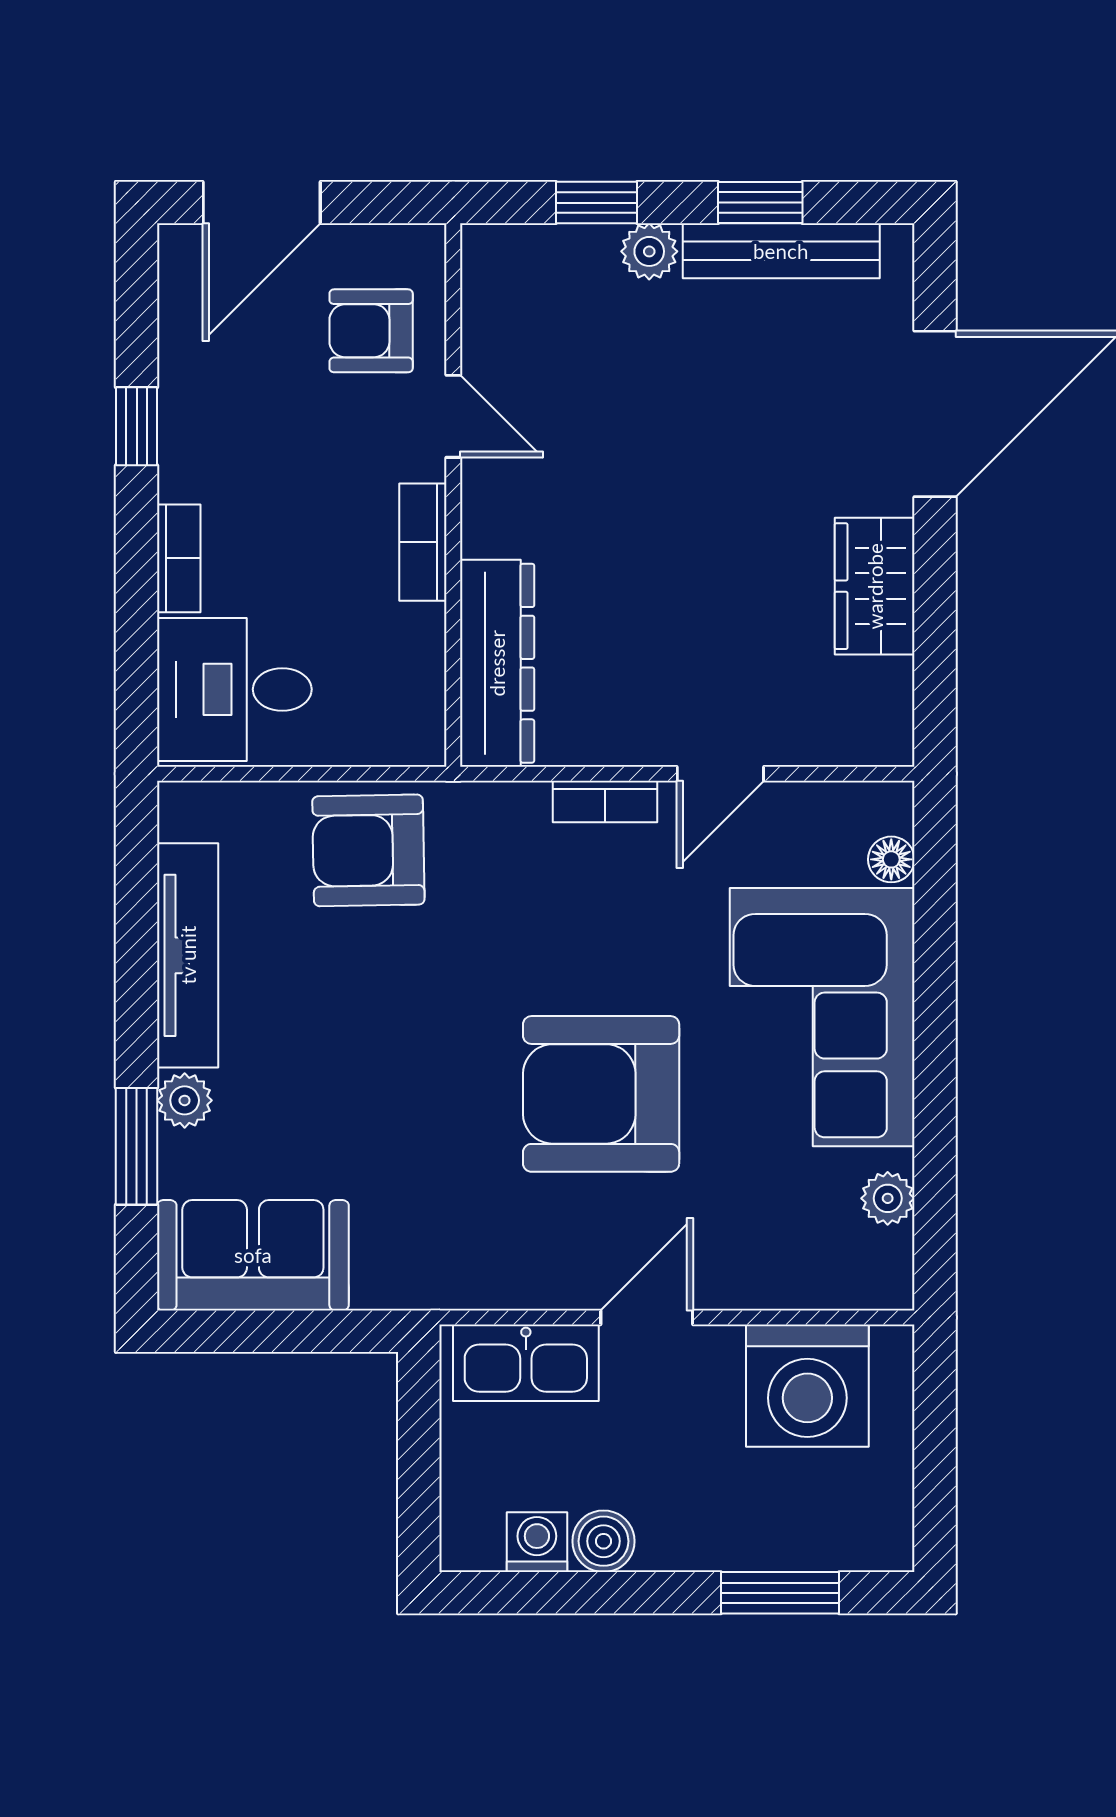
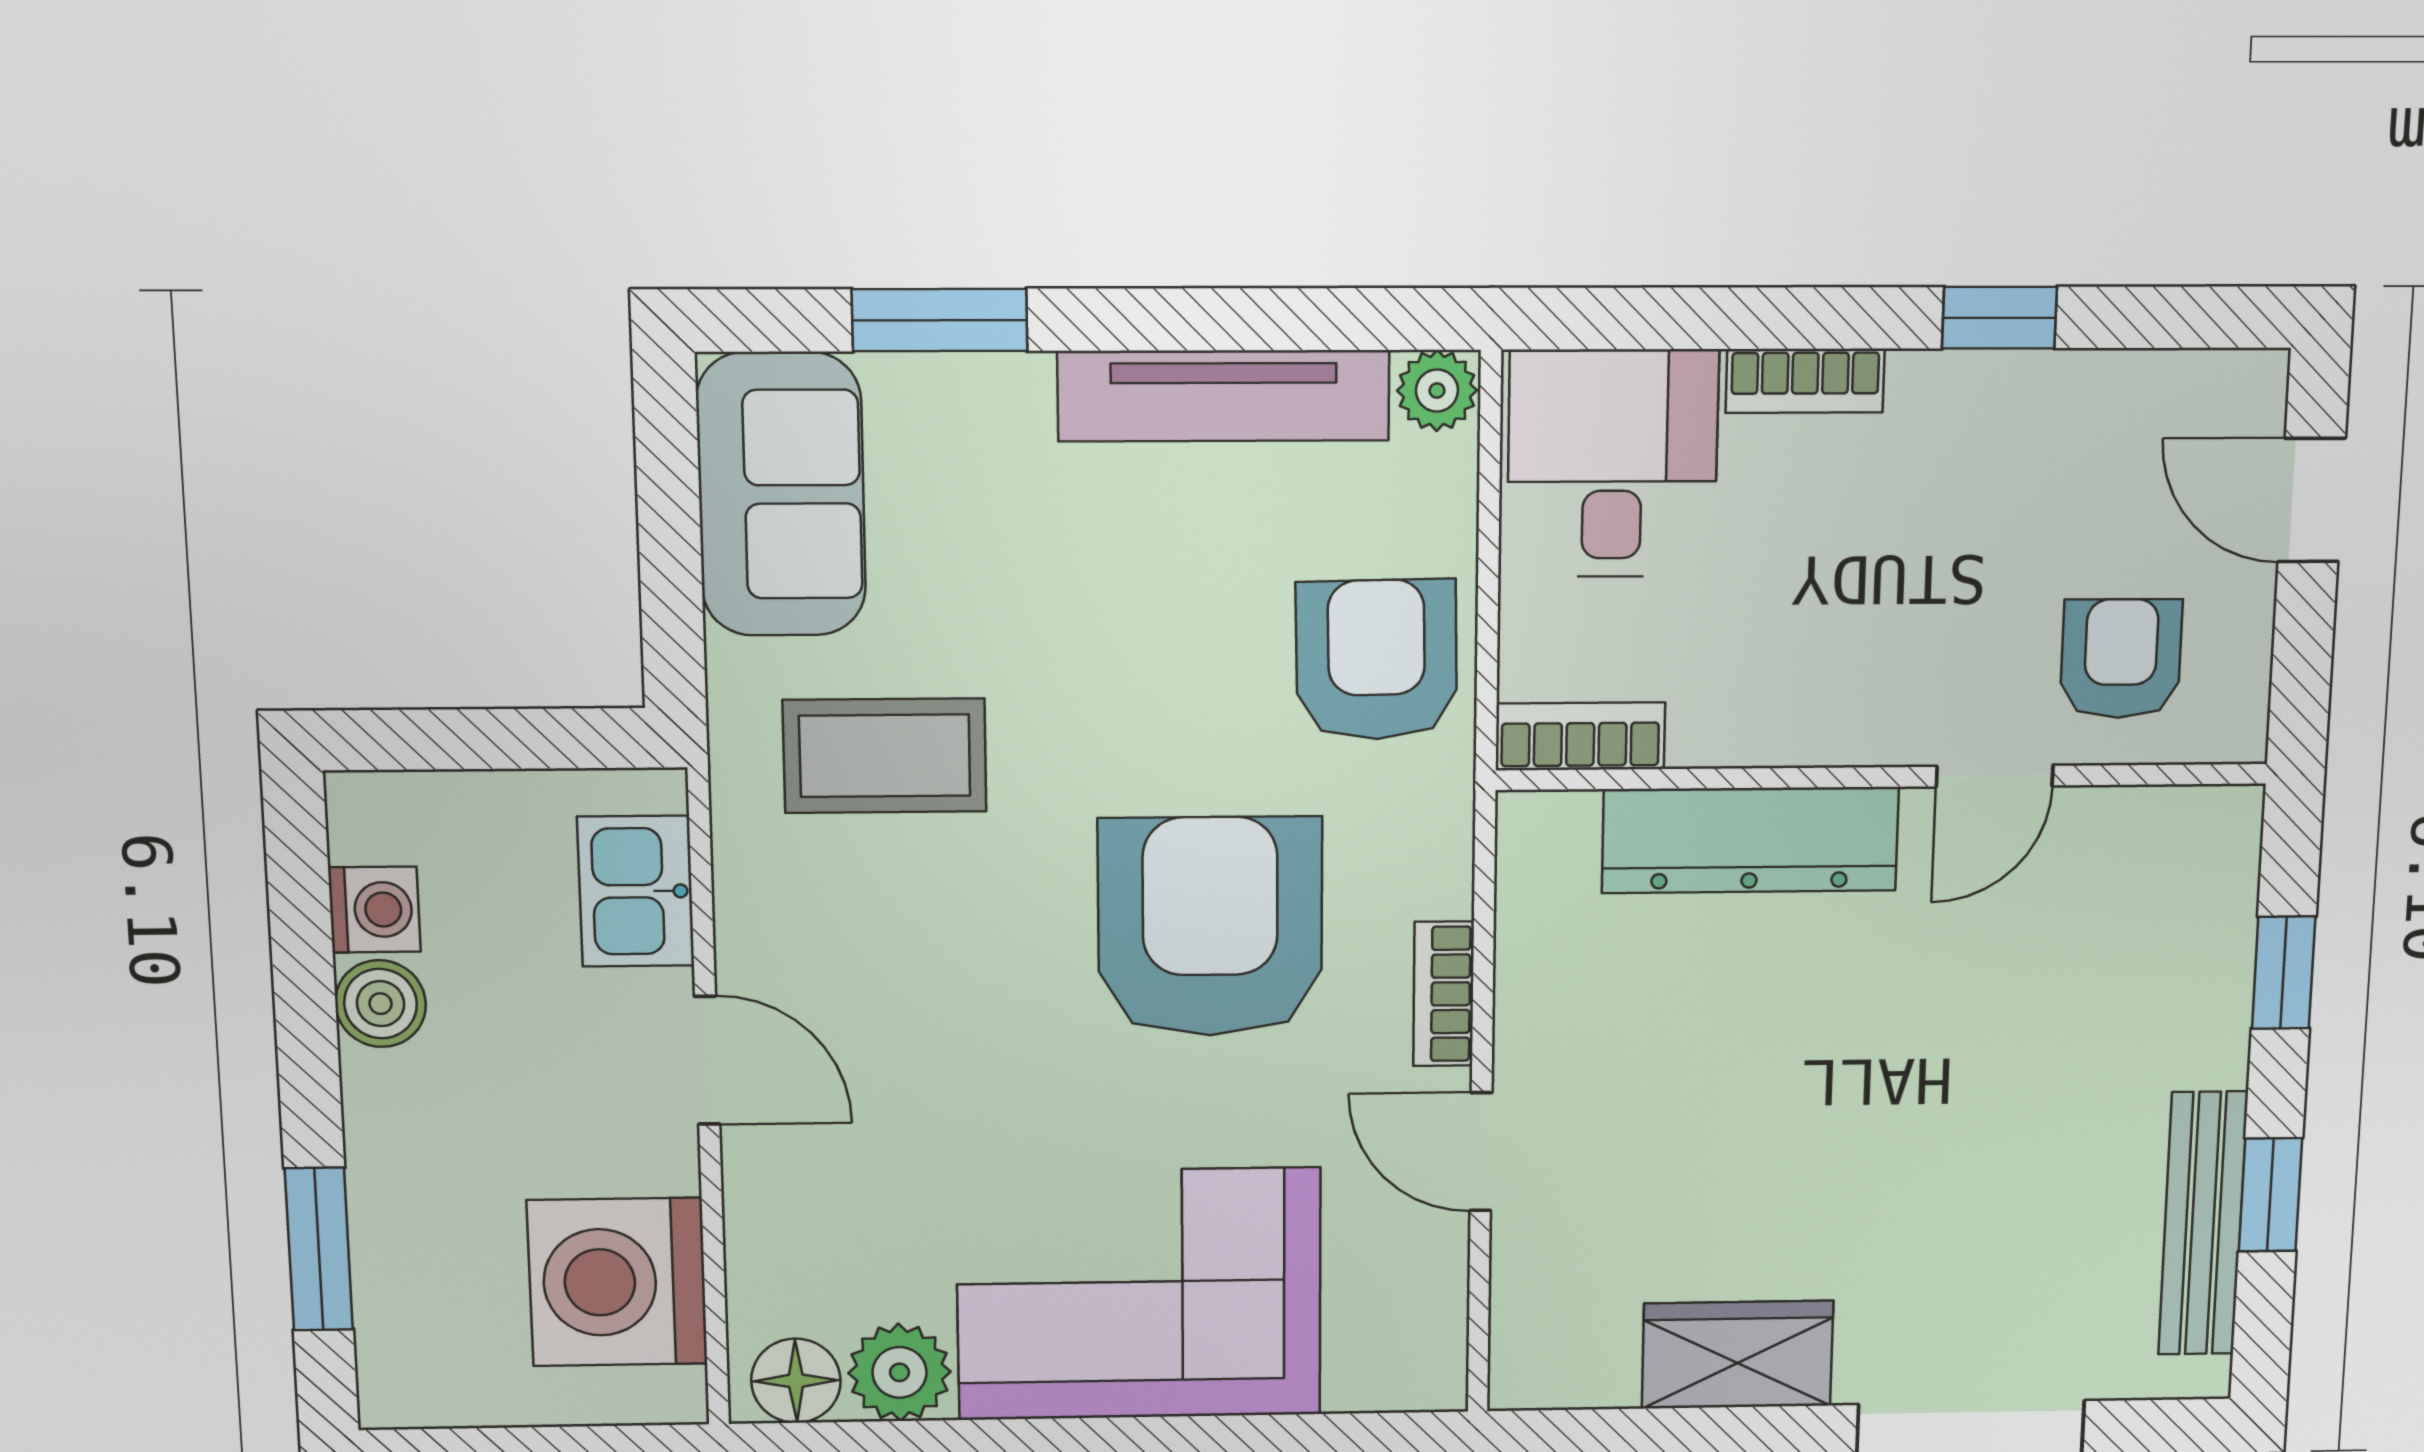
door: (262, 203) -> (2312, 500), width x0.73
plant: (649, 251) -> (2212, 1046), removed
bookcase: (423, 542) -> (1580, 736), moved
dresser: (497, 663) -> (1750, 840), moved
floor lamp: (891, 859) -> (796, 1381), moved, width x1.37, depth x1.37
armchair: (601, 1094) -> (1210, 927), moved
plant: (185, 1100) -> (1437, 391), moved
coffee table: (432, 1189) -> (885, 756), added
plant: (888, 1198) -> (900, 1372), width x1.38, depth x1.38
kitchen sink: (526, 1363) -> (636, 891), width x0.73

